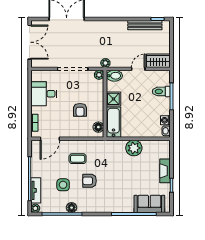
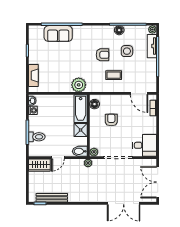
desk: (44, 94) -> (144, 145), moved
door: (50, 139) -> (139, 93), swing flipped
plant: (134, 148) -> (79, 85), moved
fireplace: (165, 171) -> (33, 76), moved
sofa: (149, 204) -> (58, 34), moved

